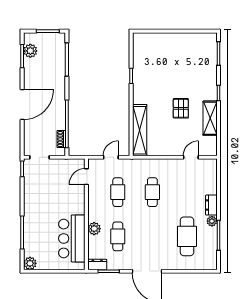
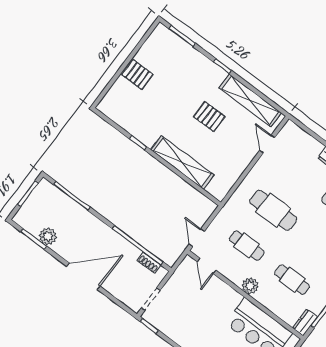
pallet: (174, 44) -> (137, 74), added
plant: (30, 51) -> (48, 236), moved
door: (22, 104) -> (83, 276), hinge flipped
shelving: (210, 118) -> (250, 100), width x1.47
shelving: (140, 130) -> (182, 162), moved
door: (111, 157) -> (197, 238), moved
cafe table: (152, 192) -> (273, 210), width x1.37, depth x1.35
plant: (94, 229) -> (250, 286), moved

